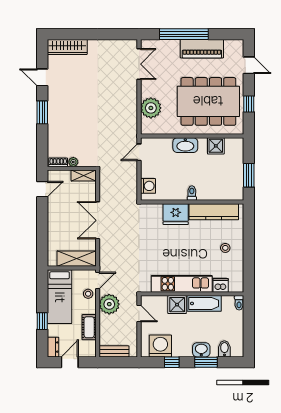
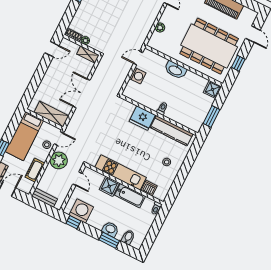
plant: (151, 108) -> (160, 28), width x0.53, depth x0.53
shower: (216, 146) -> (213, 89), moved
washing machine: (148, 186) -> (138, 76), moved
window: (172, 362) -> (73, 222), moved

